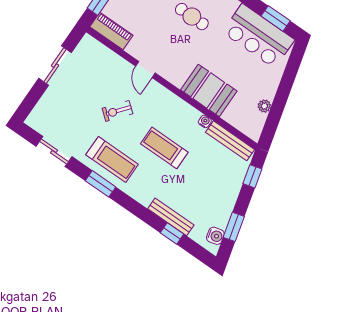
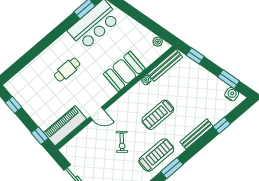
piano: (111, 31) -> (65, 126), width x1.37, depth x1.33
plant: (264, 106) -> (158, 42), moved
bench: (171, 217) -> (197, 134), moved

